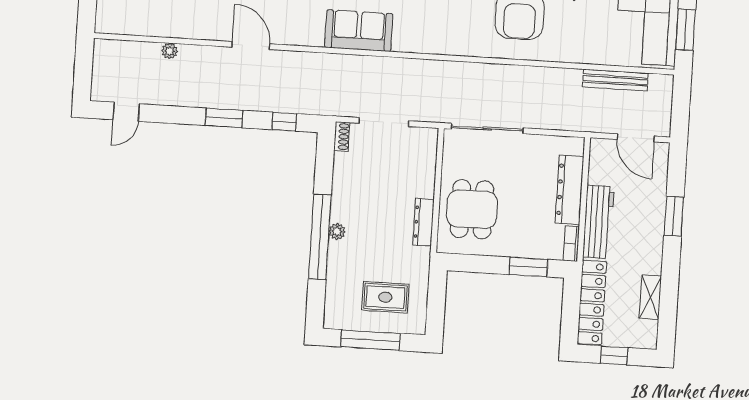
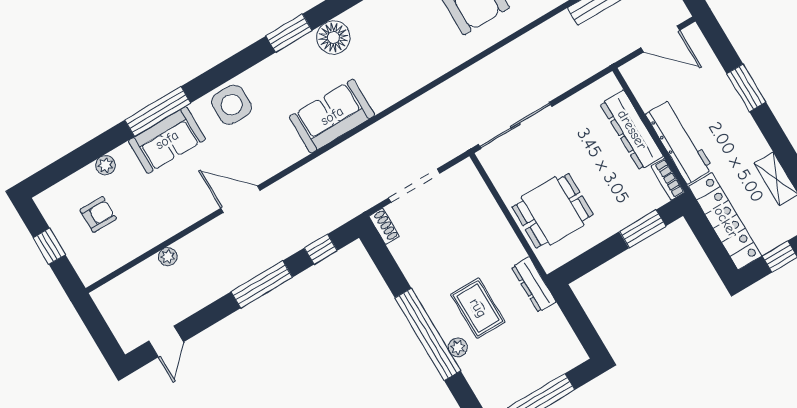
window: (224, 118) -> (262, 284), width x1.44
dining table: (472, 209) -> (553, 211), turned 90
dresser: (424, 222) -> (534, 285), moved
plant: (337, 231) -> (458, 347), moved
rug: (385, 297) -> (478, 308), moved, turned 90

